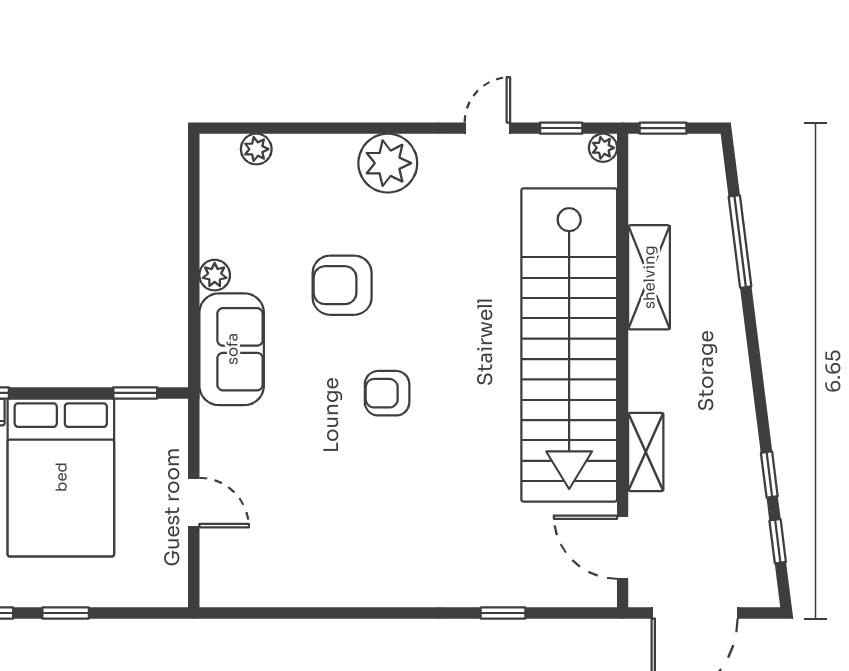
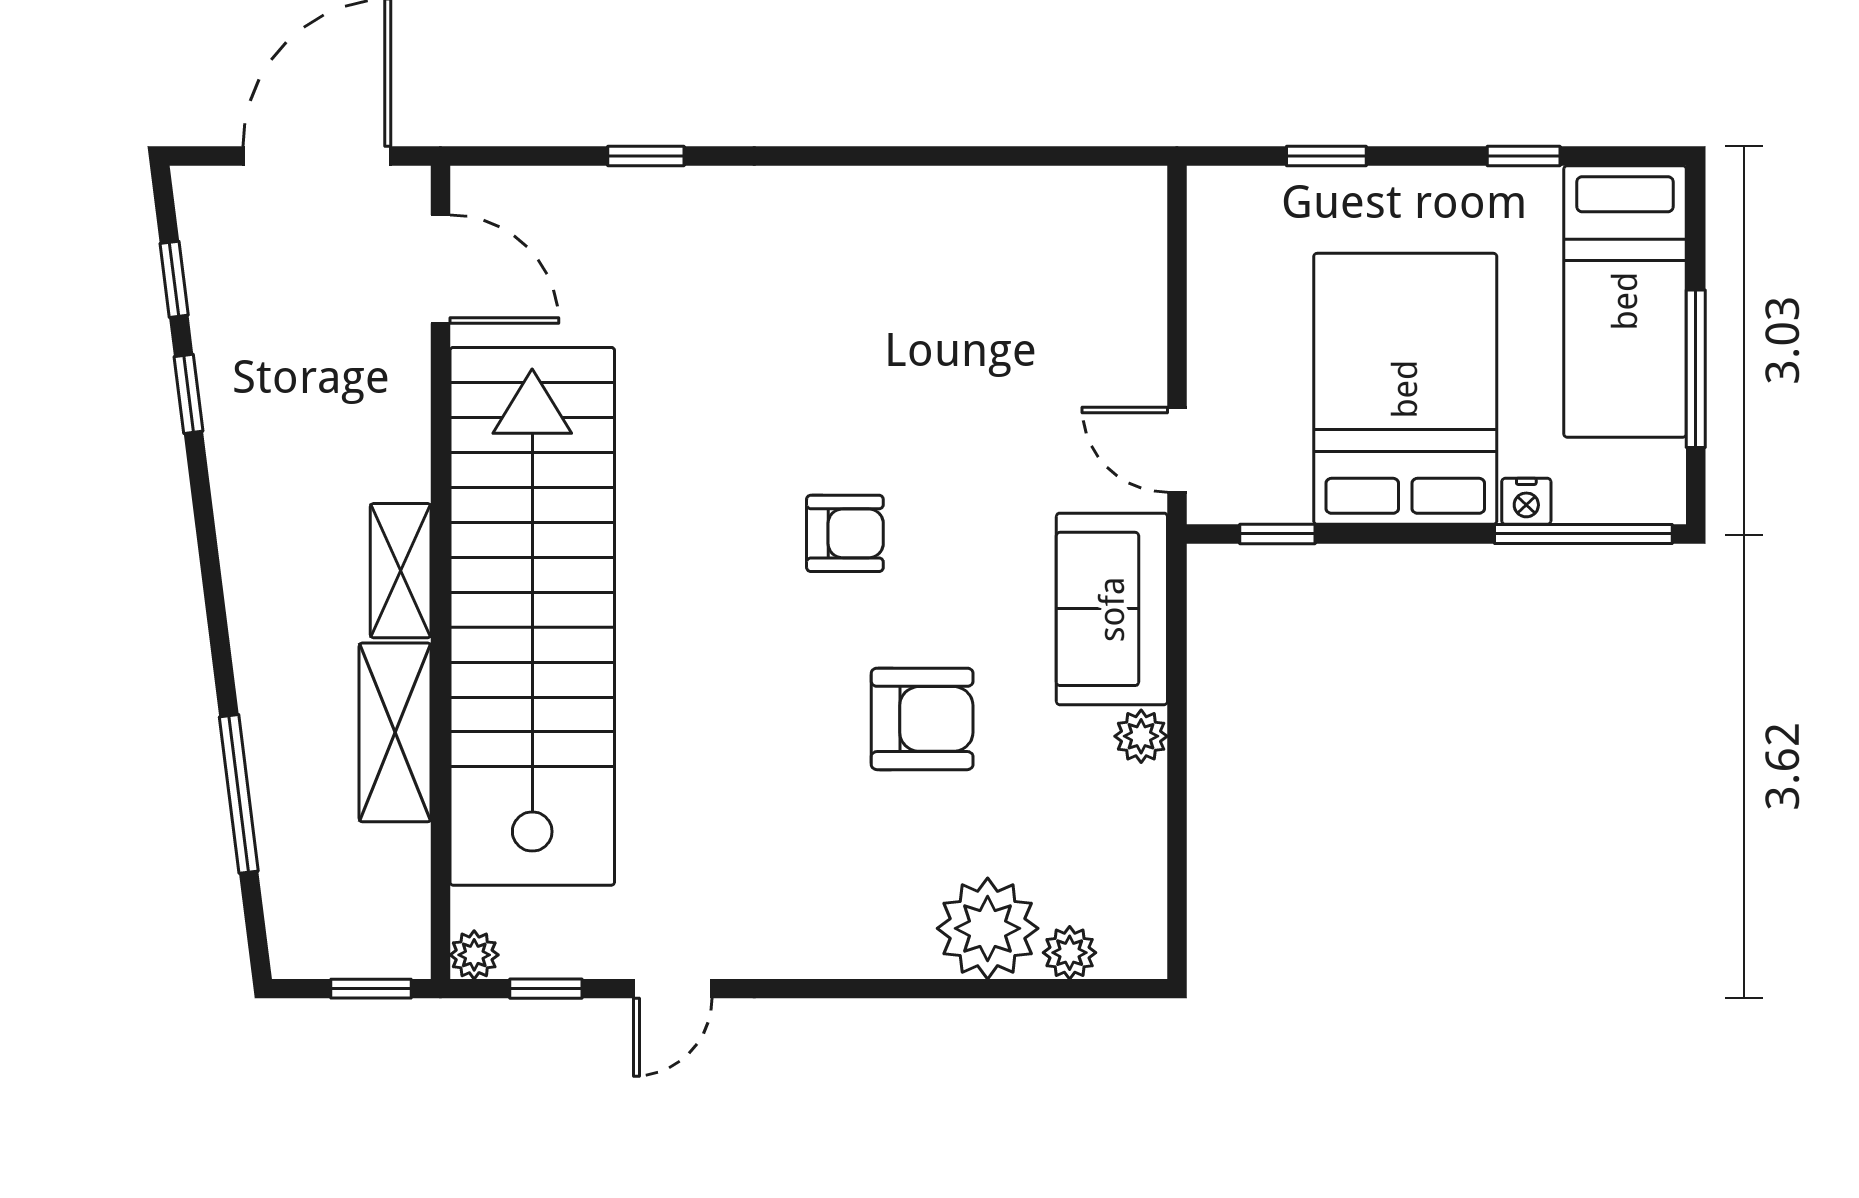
plant: (388, 163) -> (988, 928), moved
shelving: (646, 452) -> (401, 571), moved
door: (194, 503) -> (1177, 450), moved
window: (66, 613) -> (1326, 156), moved

